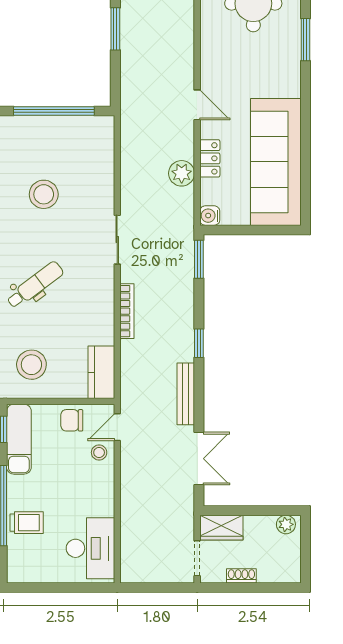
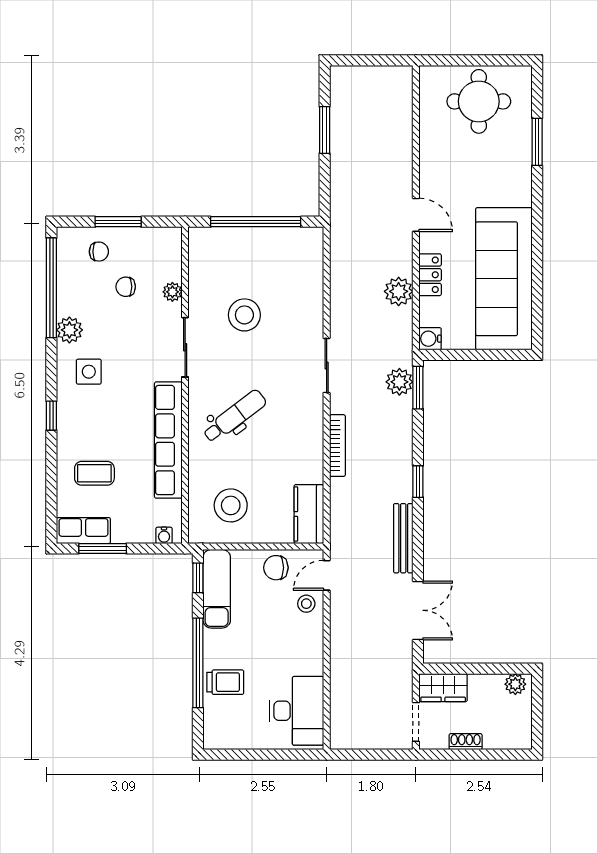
plant: (182, 254) -> (399, 382), added

